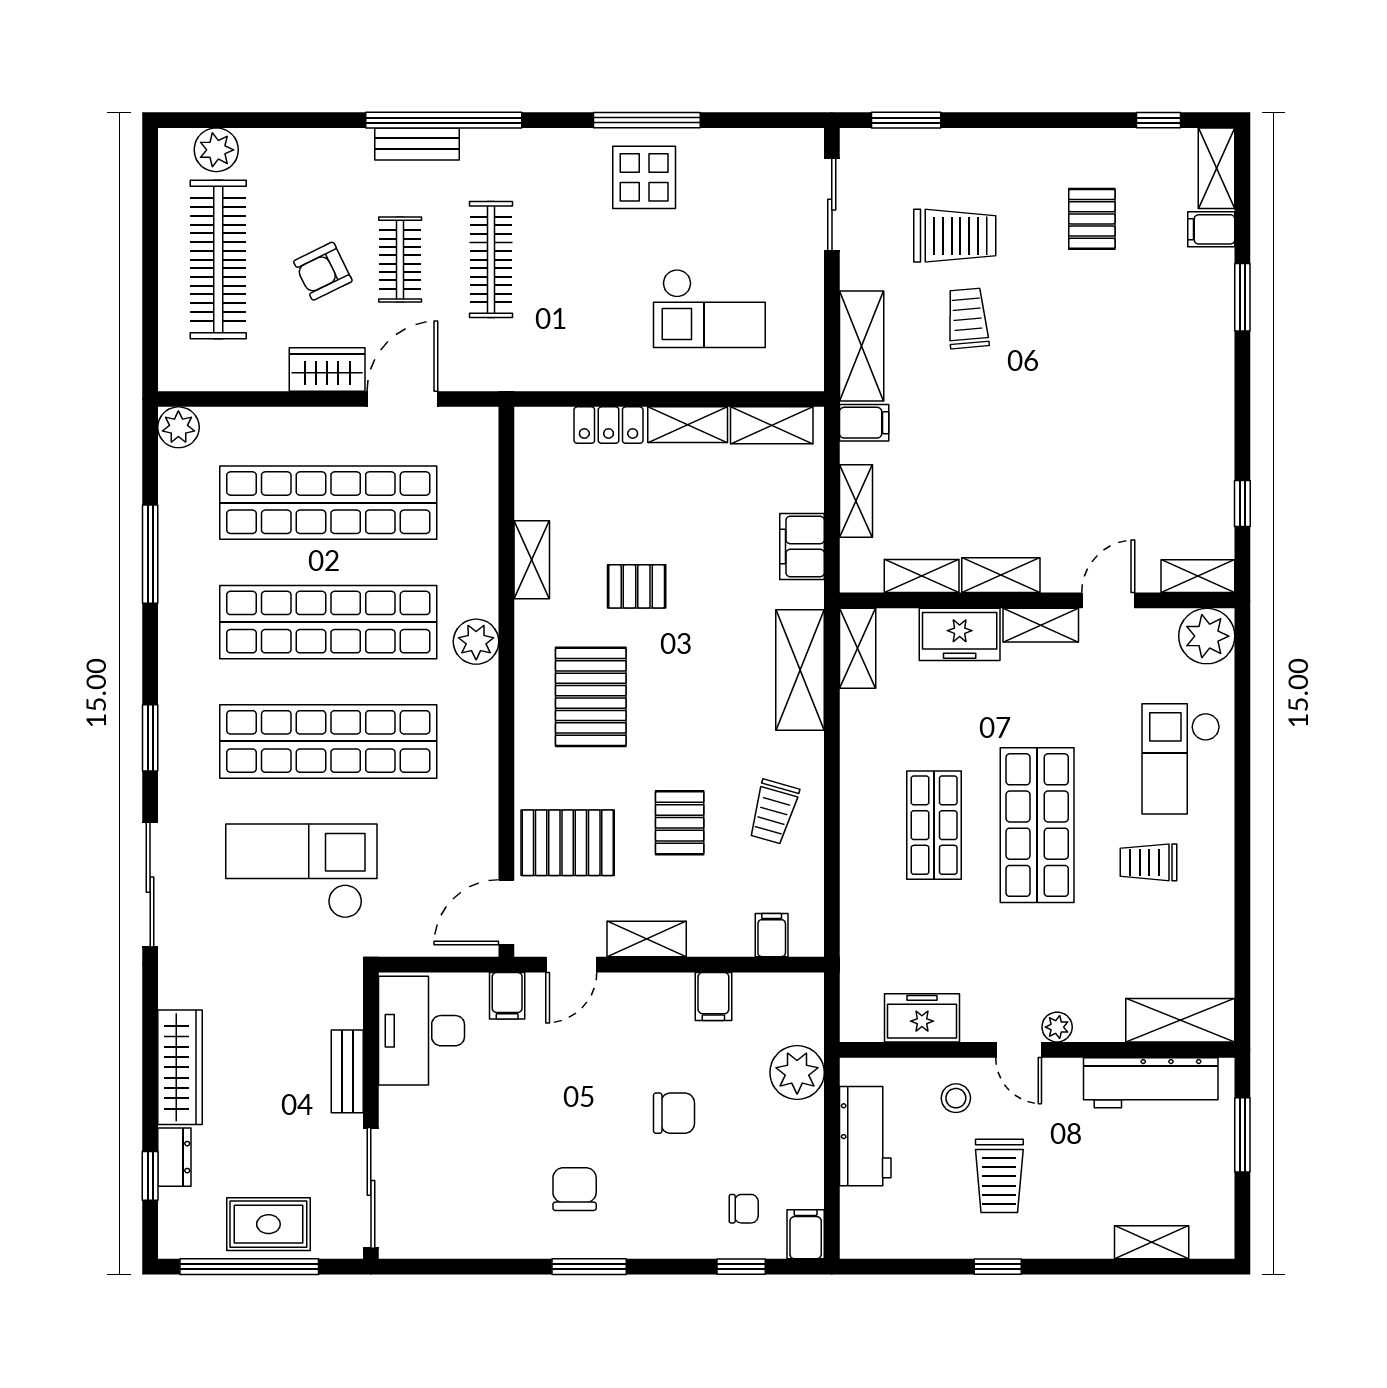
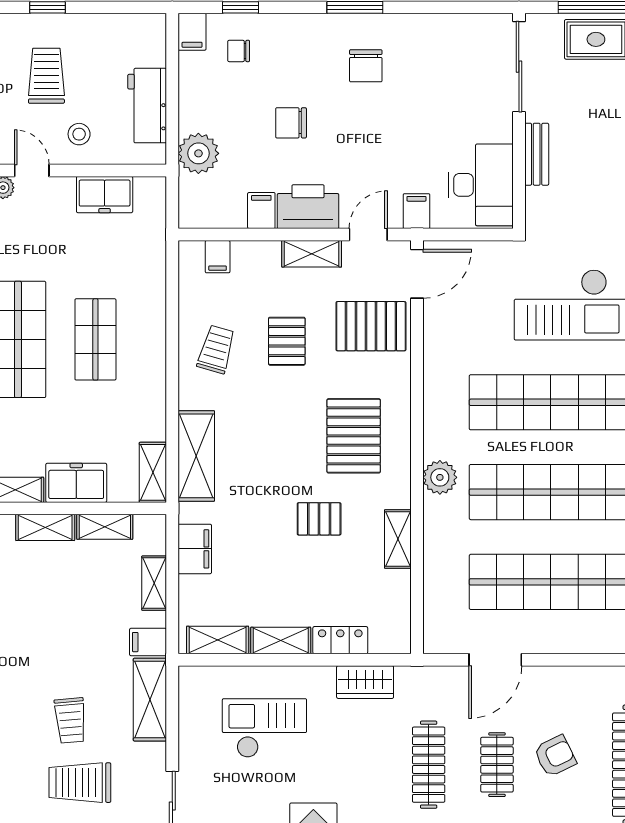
wardrobe: (327, 369) -> (365, 682), moved
printer: (651, 1002) -> (308, 207), added

